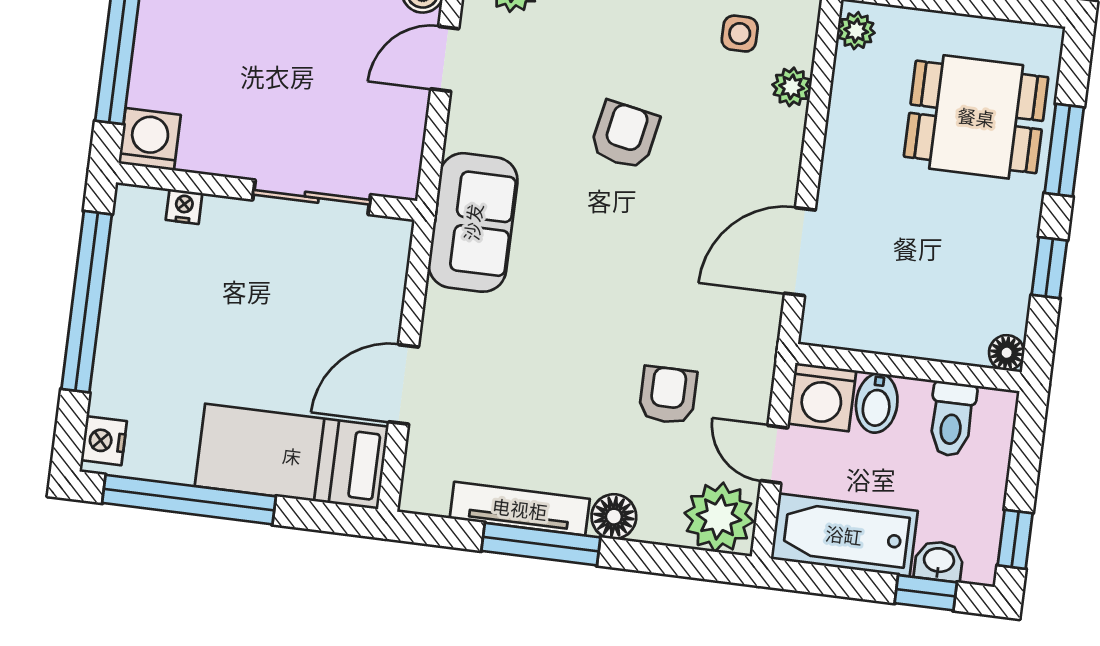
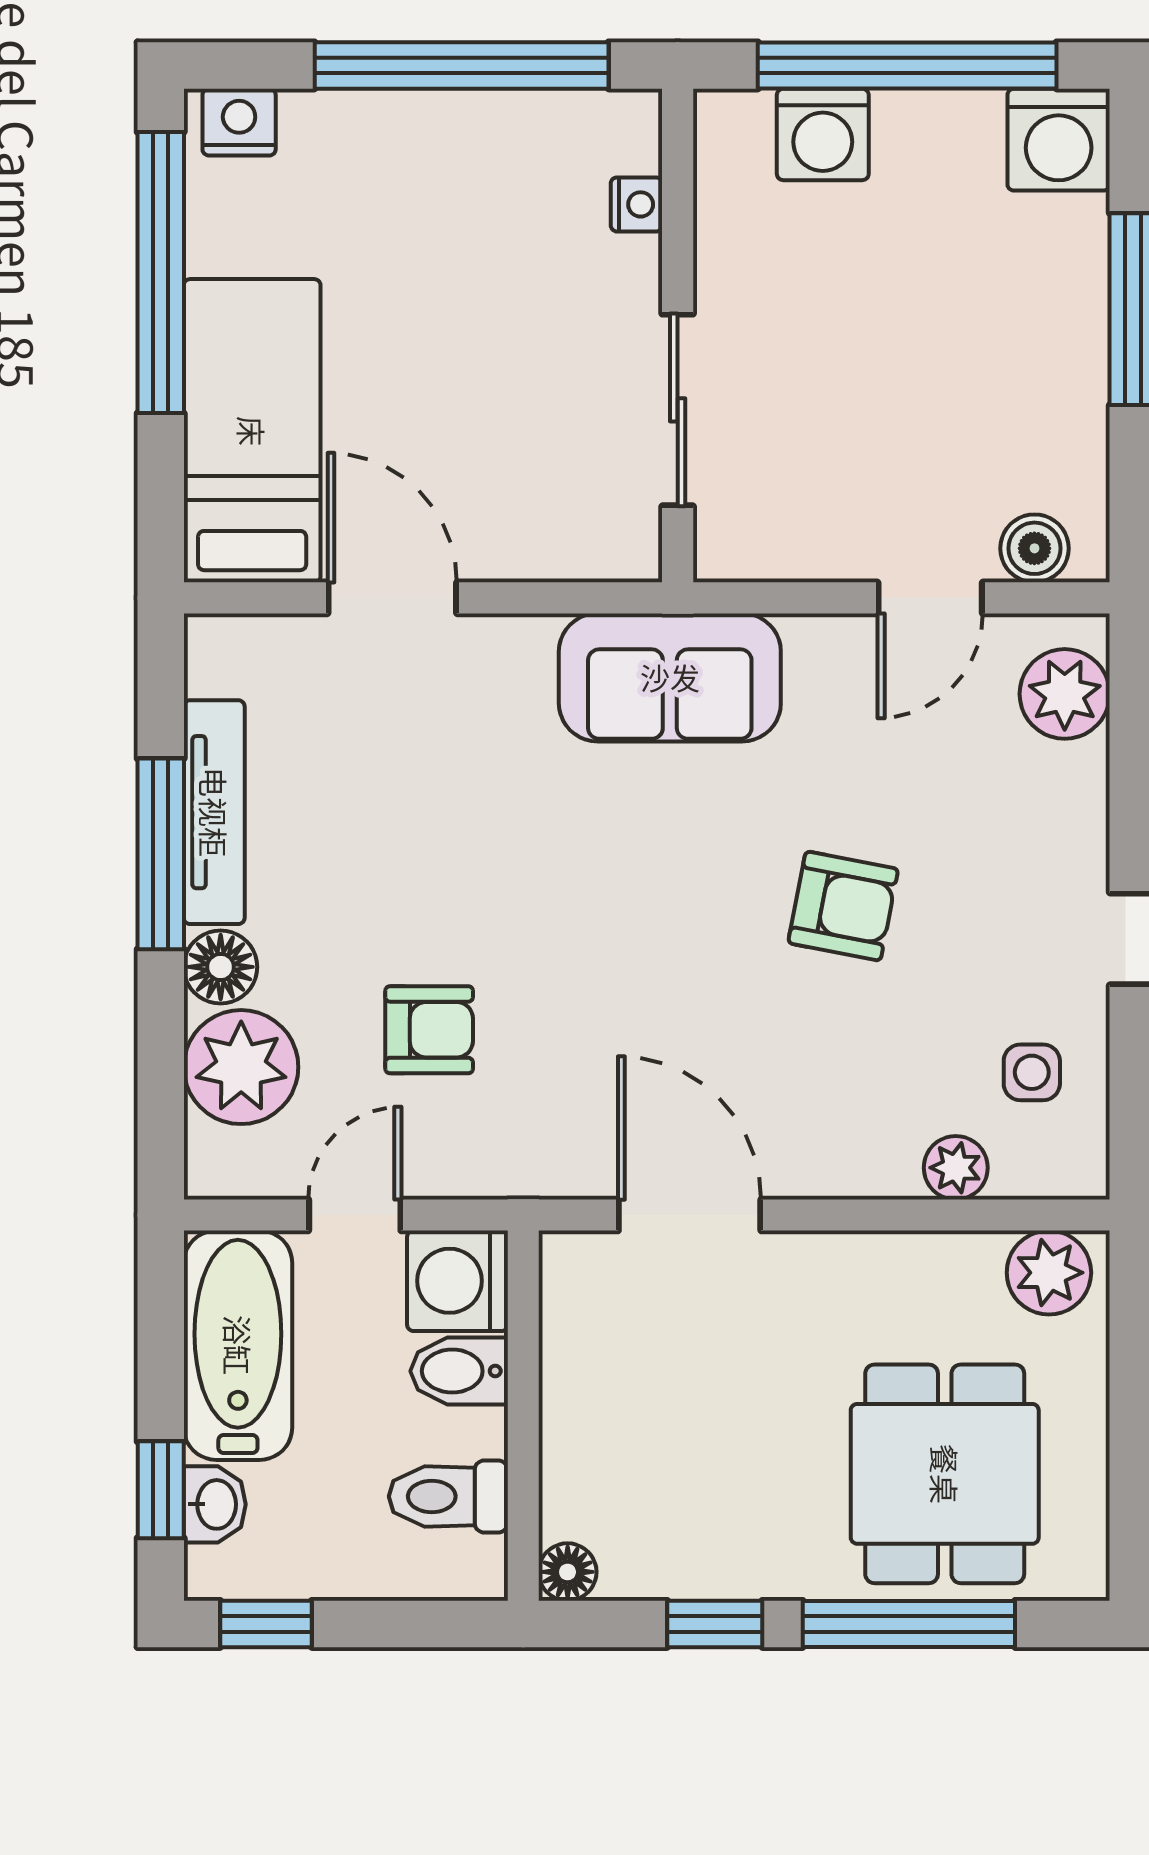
plant: (856, 31) -> (1049, 1273), width x1.38, depth x1.38
door: (445, 59) -> (930, 598), swing flipped
washing machine: (150, 139) -> (823, 134), moved, turned 90
window: (1064, 150) -> (909, 1624), width x1.44
plant: (719, 517) -> (241, 1067), moved

